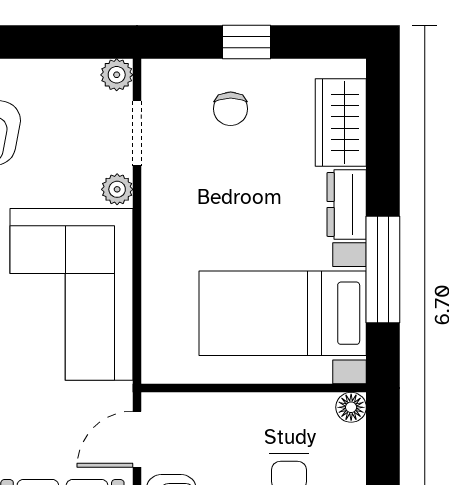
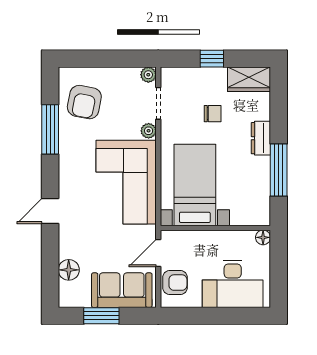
chair: (231, 109) -> (213, 114), moved, turned -90
wardrobe: (341, 122) -> (249, 79), moved, turned -90
bed with nightstands: (283, 313) -> (195, 185), moved, turned 90

